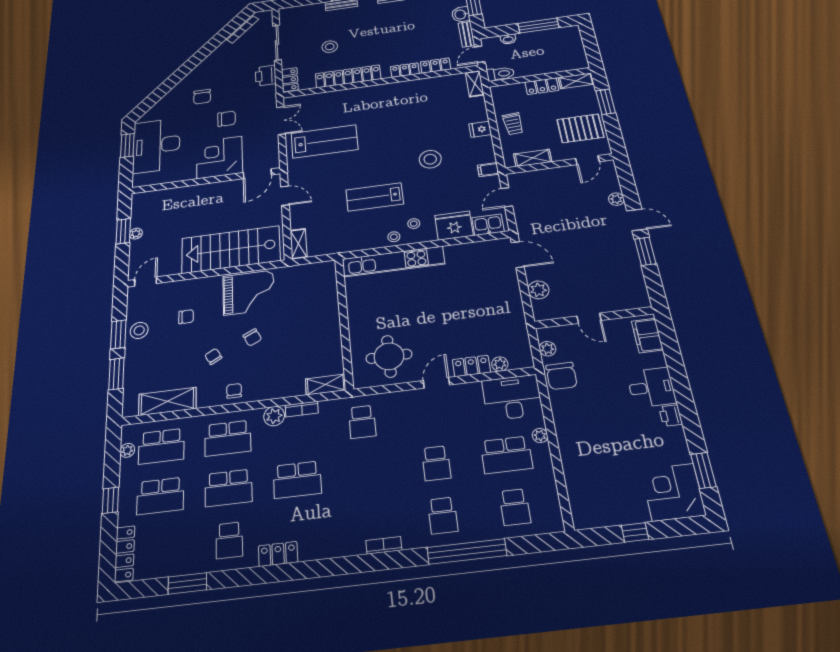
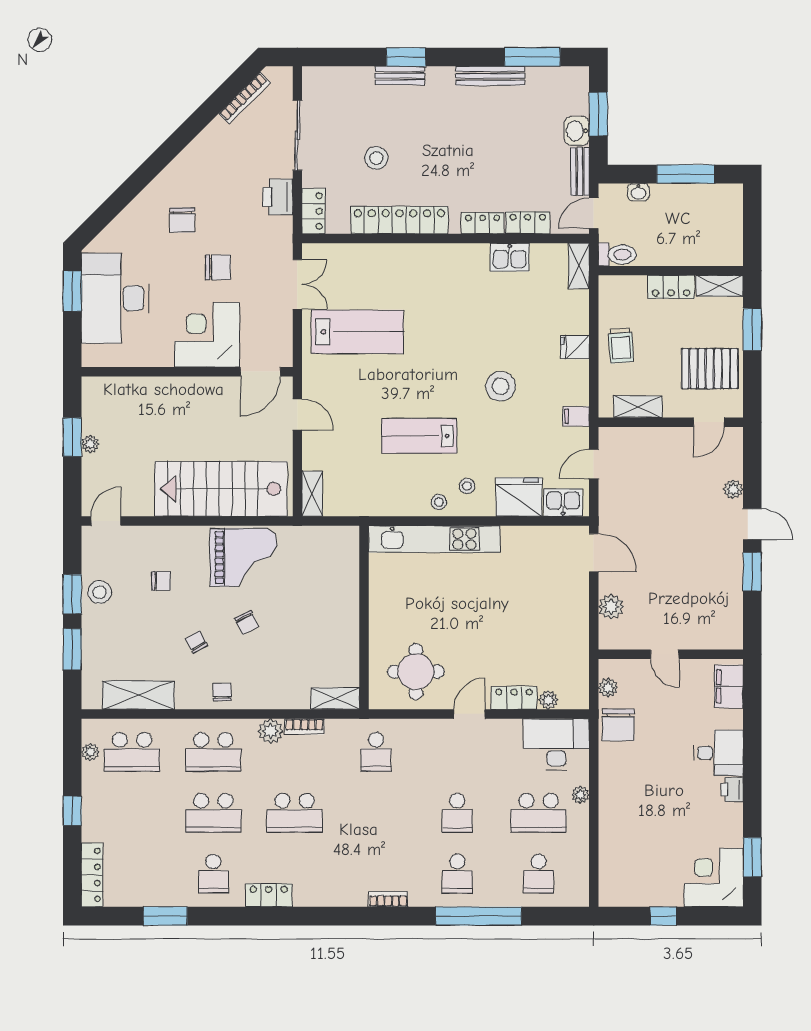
kitchen sink: (426, 86) -> (510, 257), added
school desk: (160, 496) -> (132, 813), removed

